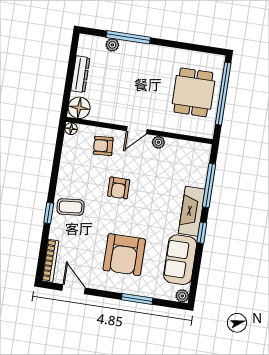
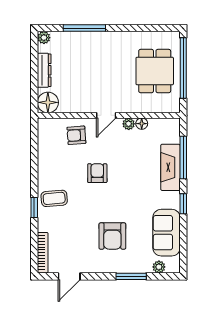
plant: (112, 45) -> (44, 38), moved
floor lamp: (71, 129) -> (142, 124), moved
armchair: (119, 188) -> (97, 173), turned 180
fireplace: (192, 211) -> (170, 167), moved
armchair: (124, 255) -> (112, 236), width x0.73, depth x0.73
door: (74, 289) -> (69, 276), swing flipped
plant: (182, 296) -> (159, 267), moved

